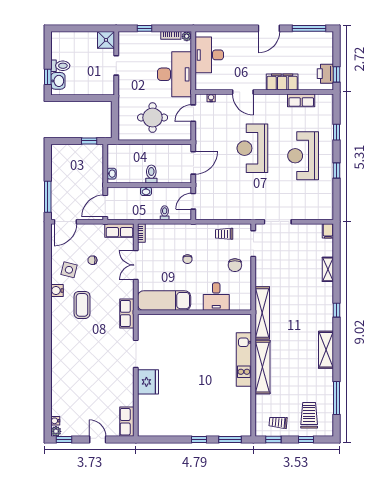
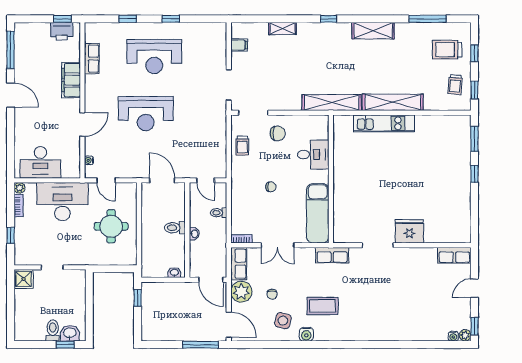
filing cabinet: (328, 231) -> (239, 45), moved
plant: (95, 233) -> (241, 292), added

